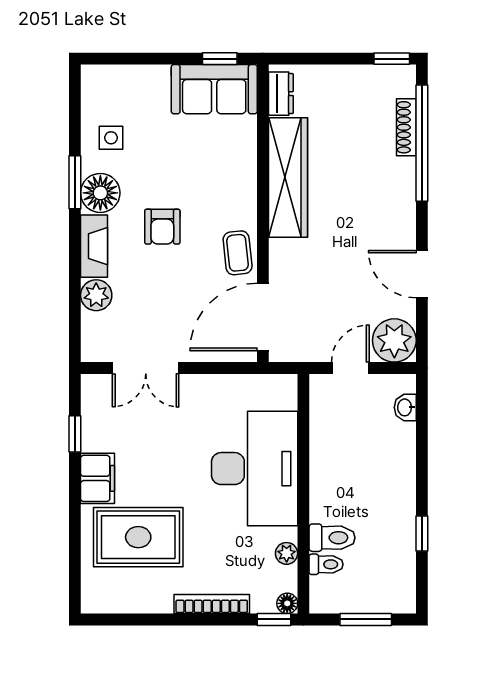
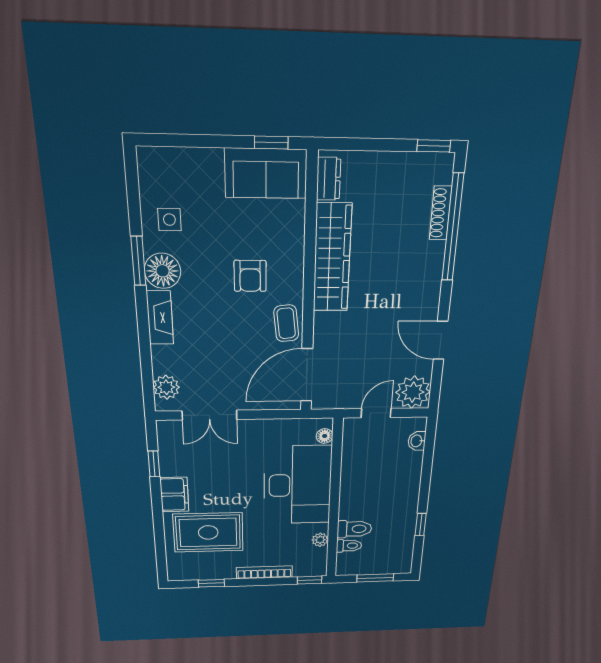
armchair: (162, 227) -> (250, 276), moved
plant: (96, 295) -> (166, 387), moved
floor lamp: (287, 603) -> (325, 436), moved
window: (140, 619) -> (211, 583), added

